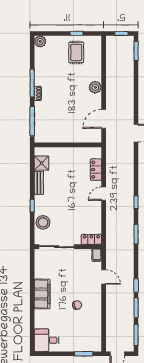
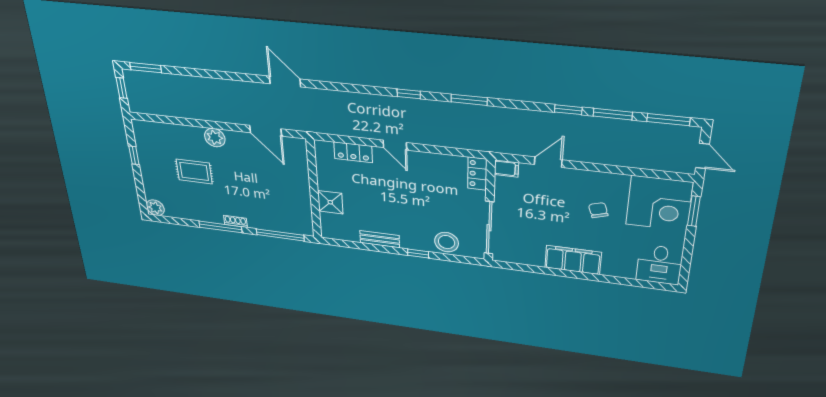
rug: (76, 52) -> (194, 171), moved
shower: (42, 163) -> (330, 202), moved
corner desk: (86, 336) -> (659, 203), added

